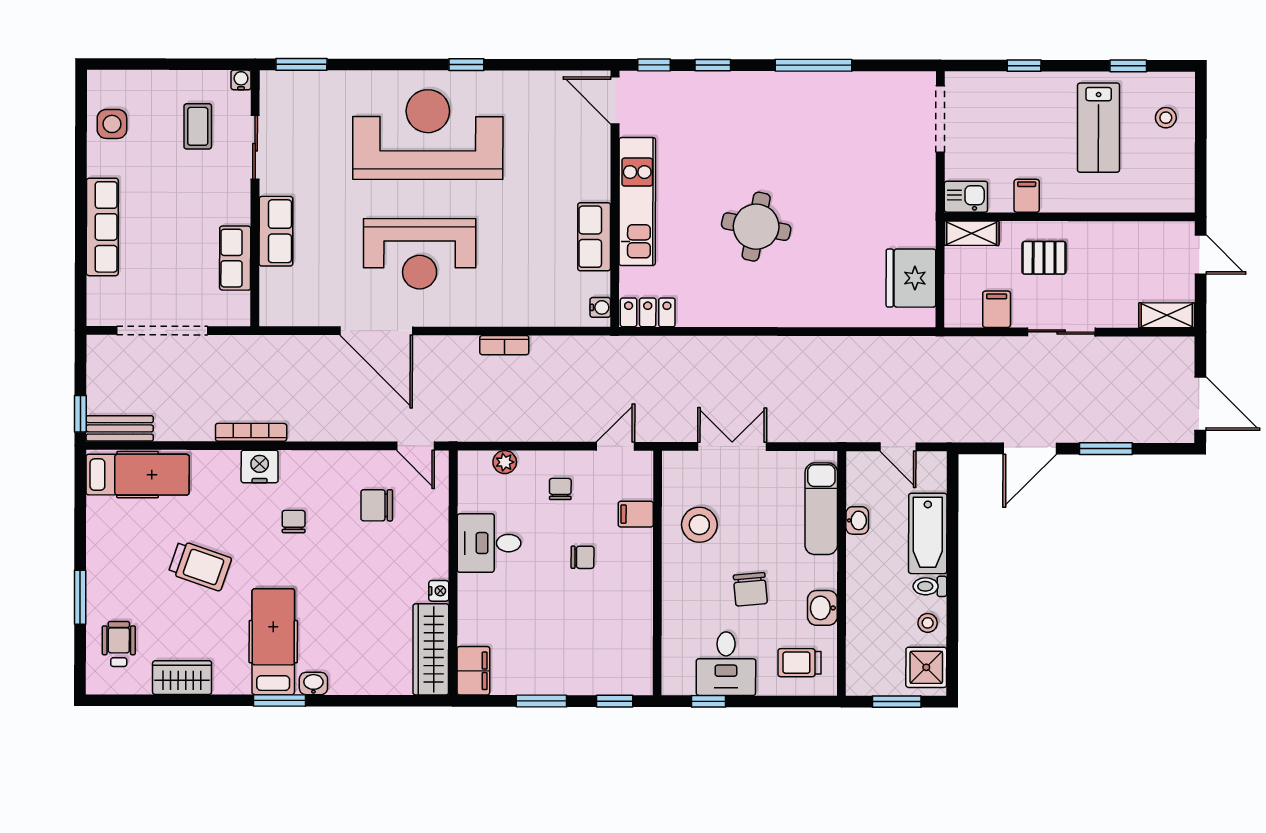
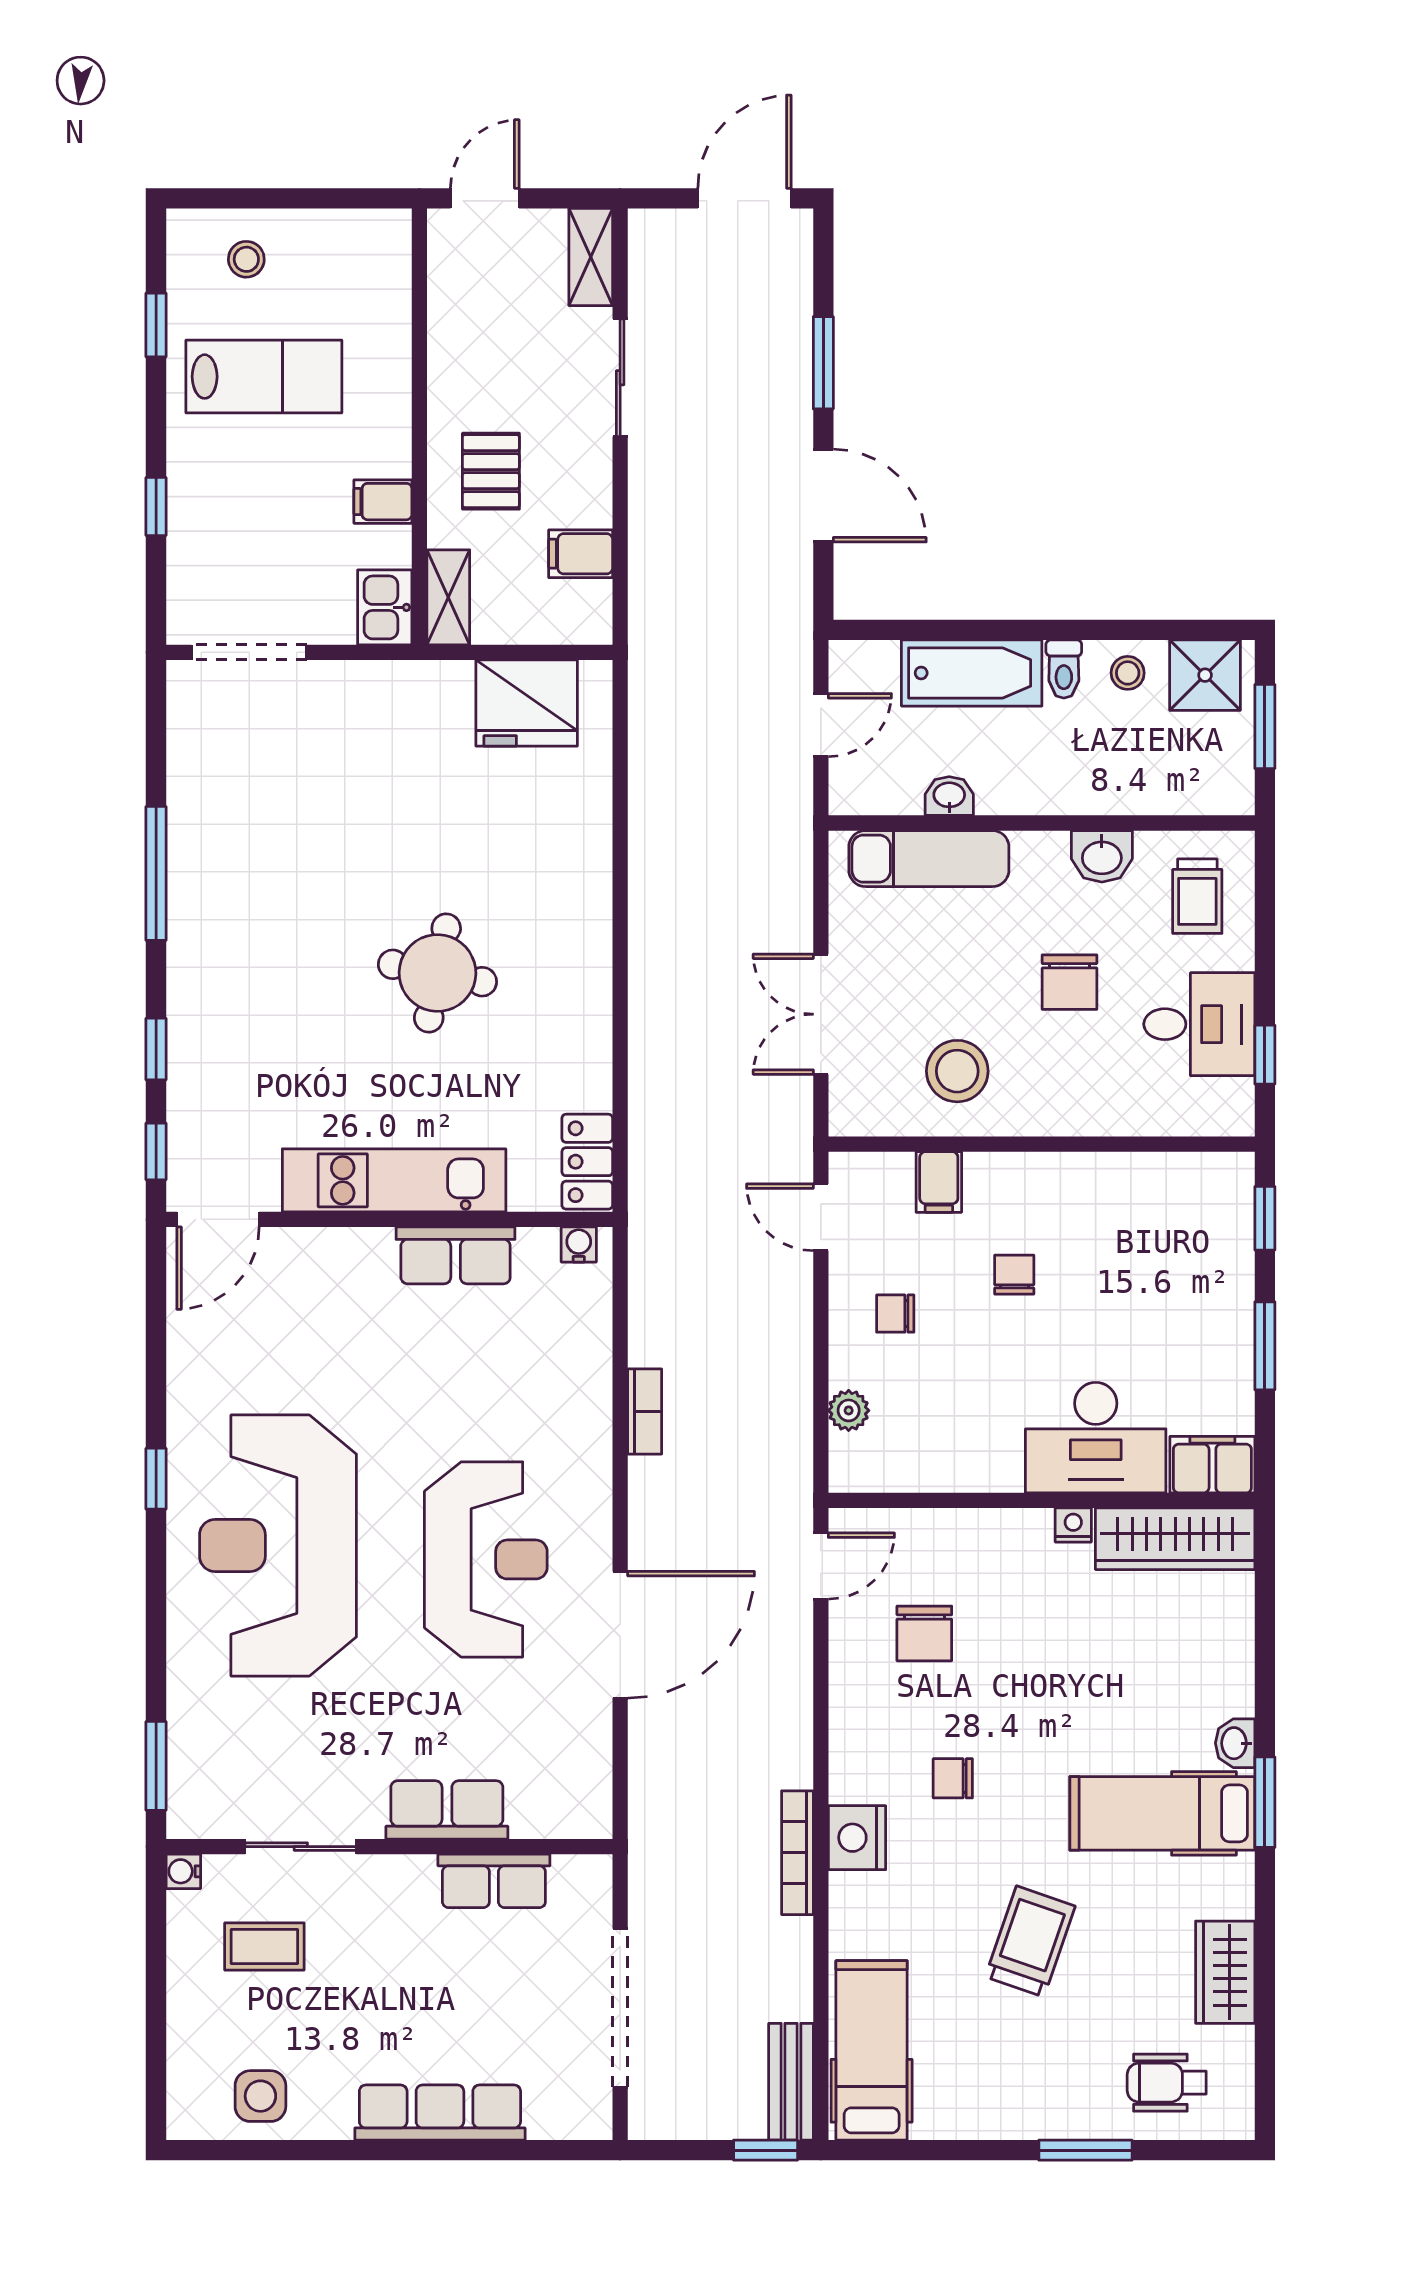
sliding door: (1061, 332) -> (620, 378), moved
desk: (489, 543) -> (1096, 1438), moved, width x1.37
chair: (750, 589) -> (1070, 982), turned 95

